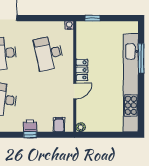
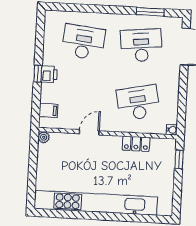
window: (141, 58) -> (126, 217), removed
locker: (82, 70) -> (136, 144), moved
door: (75, 91) -> (89, 132), swing flipped

